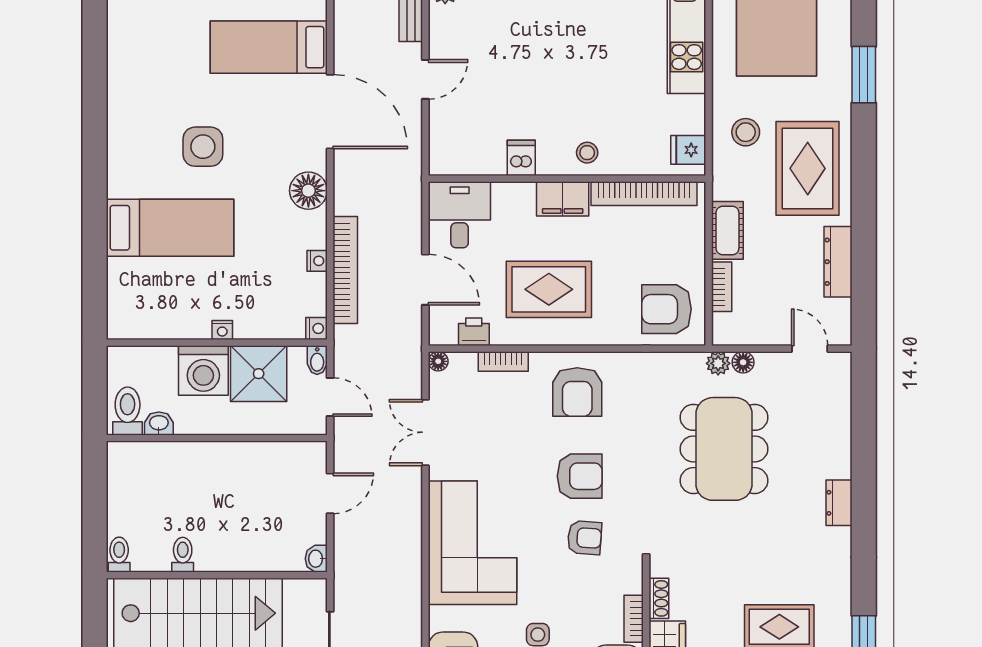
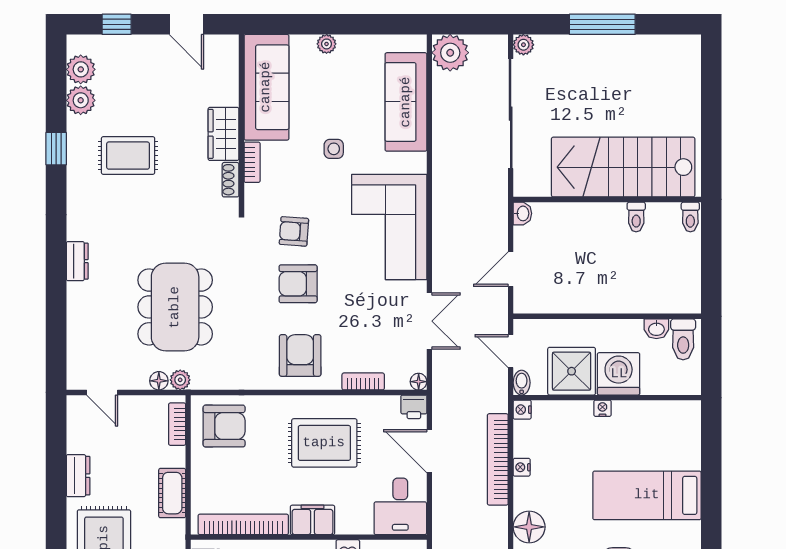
dresser: (838, 262) -> (78, 476), width x0.70
bookcase: (722, 287) -> (177, 424), moved
printer: (474, 332) -> (414, 407), moved

